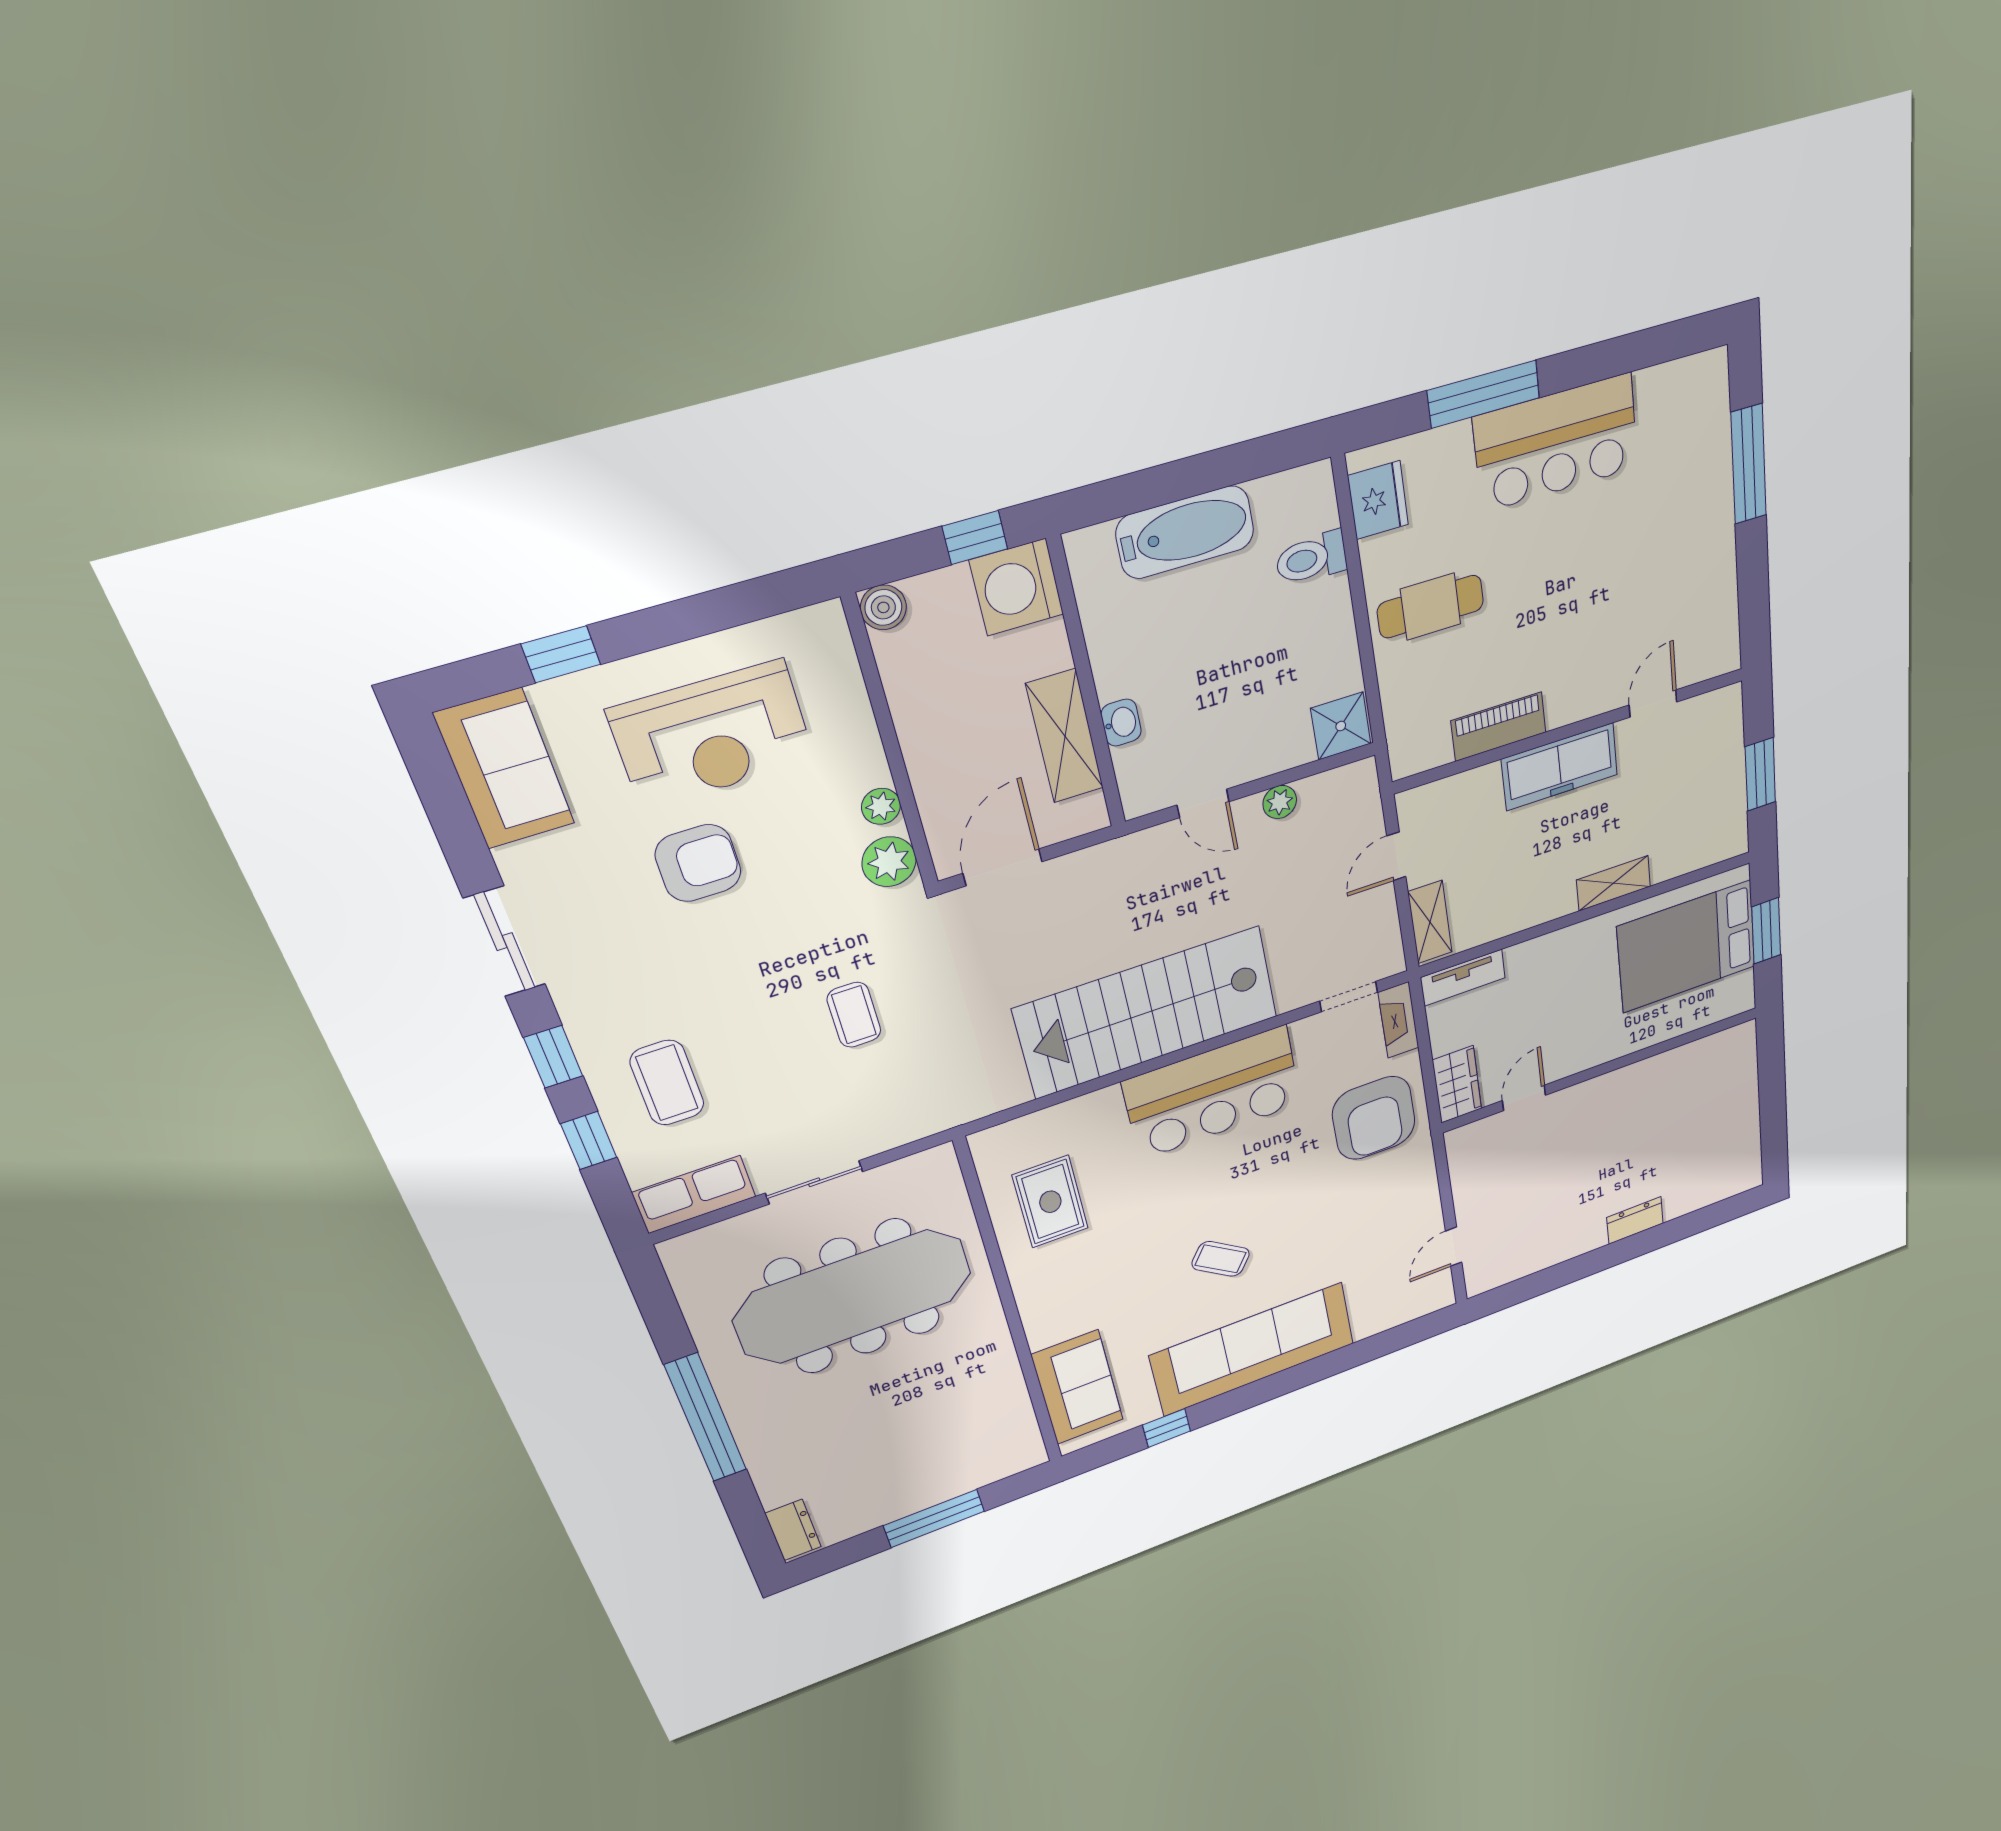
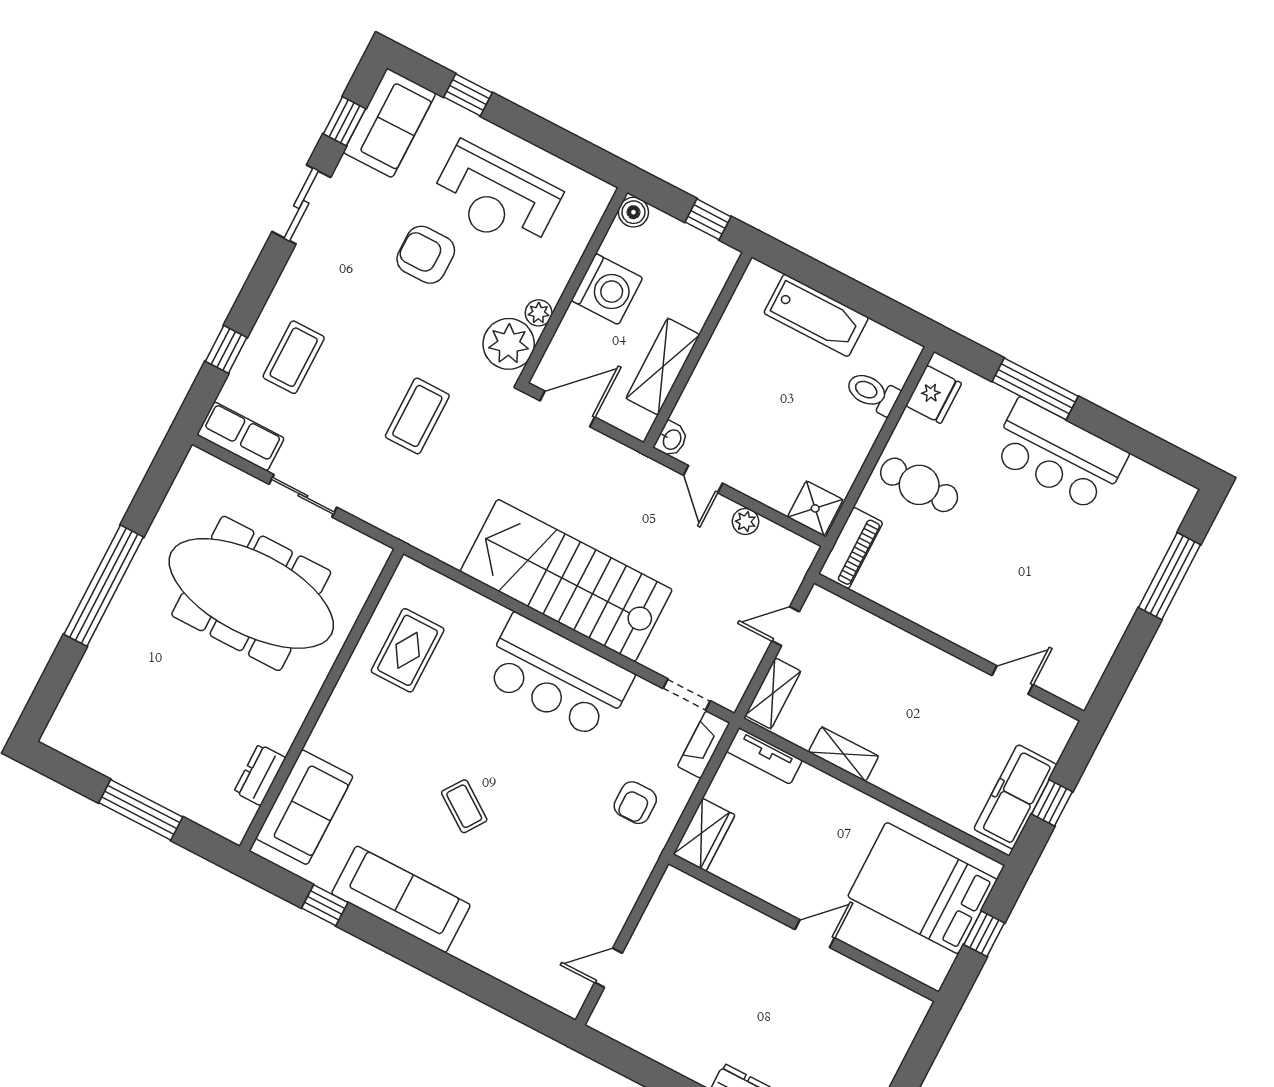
washing machine: (1017, 587) -> (607, 289), moved, turned 180
washbasin: (1121, 723) -> (671, 439), moved
piano: (1499, 727) -> (851, 548), moved, turned 90
freezer: (1560, 767) -> (1015, 797), moved, turned 90
window: (1760, 774) -> (1052, 803), width x0.67
plant: (889, 862) -> (509, 344), width x1.36, depth x1.36
armchair: (698, 863) -> (426, 255), turned 180
shelving: (1613, 883) -> (844, 754), moved
window: (1766, 931) -> (984, 934), width x0.67
coffee table: (854, 1015) -> (417, 416), width x1.36, depth x1.30
window: (553, 1057) -> (344, 121), moved
door: (1524, 1098) -> (815, 934), moved
armchair: (1374, 1118) -> (635, 803), width x0.53, depth x0.53
sofa: (1253, 1349) -> (401, 899), width x0.74, depth x0.79
dresser: (793, 1530) -> (260, 775), moved, turned 180

